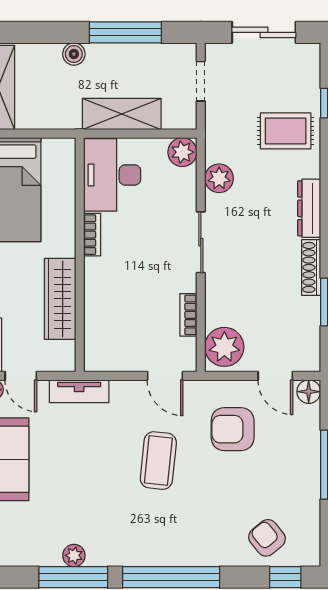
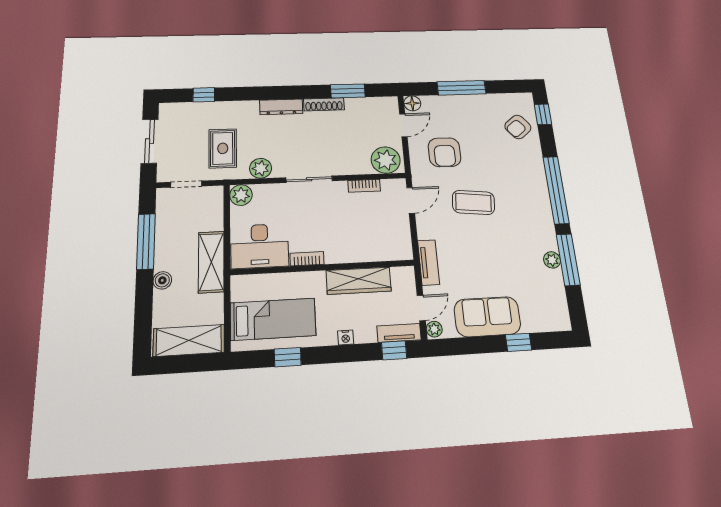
shelving: (122, 114) -> (211, 262), moved
rug: (286, 131) -> (223, 148), moved

